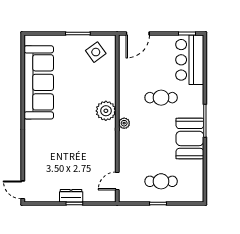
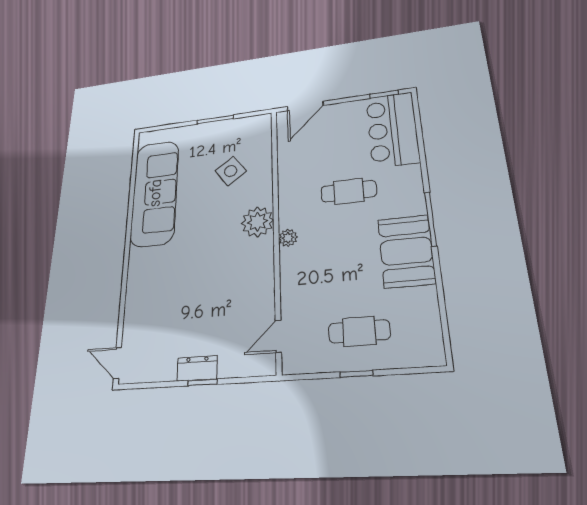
side table: (96, 52) -> (231, 171), moved

